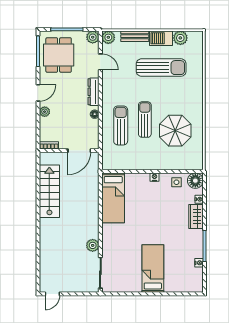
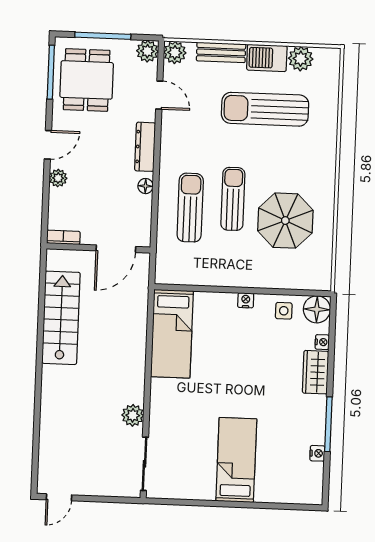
sun lounger: (161, 68) -> (265, 109), turned 180

